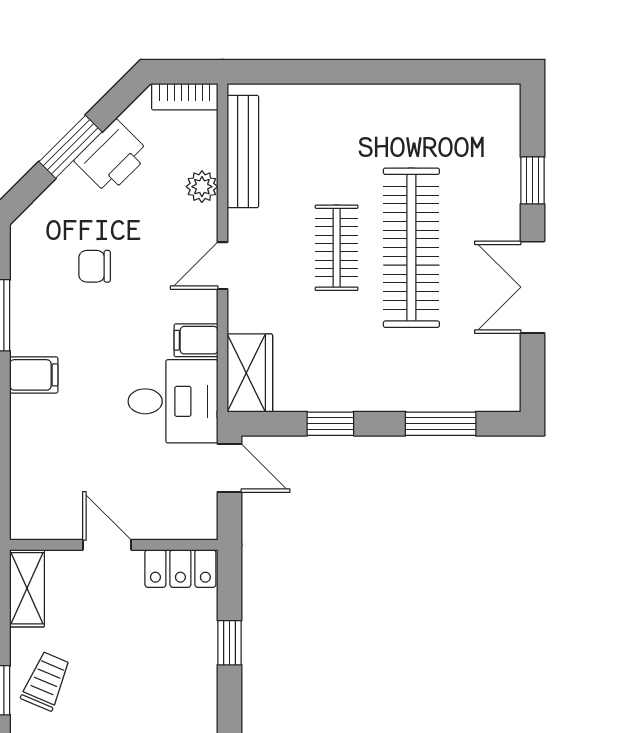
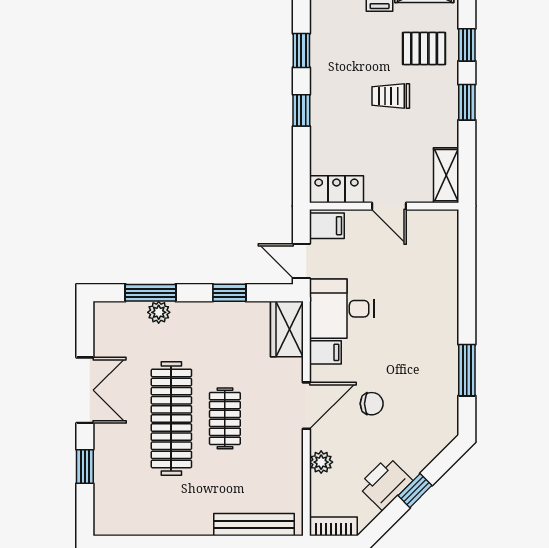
window: (71, 147) -> (415, 491), width x0.67
bench: (243, 152) -> (254, 525), moved, turned 90
chair: (95, 266) -> (372, 404), moved
door: (223, 266) -> (306, 406), width x1.38
filing cabinet: (34, 375) -> (327, 226), moved, turned 180
plant: (429, 396) -> (159, 312), added
window: (230, 643) -> (301, 110), moved
trolley: (46, 681) -> (391, 96), moved, turned 67

